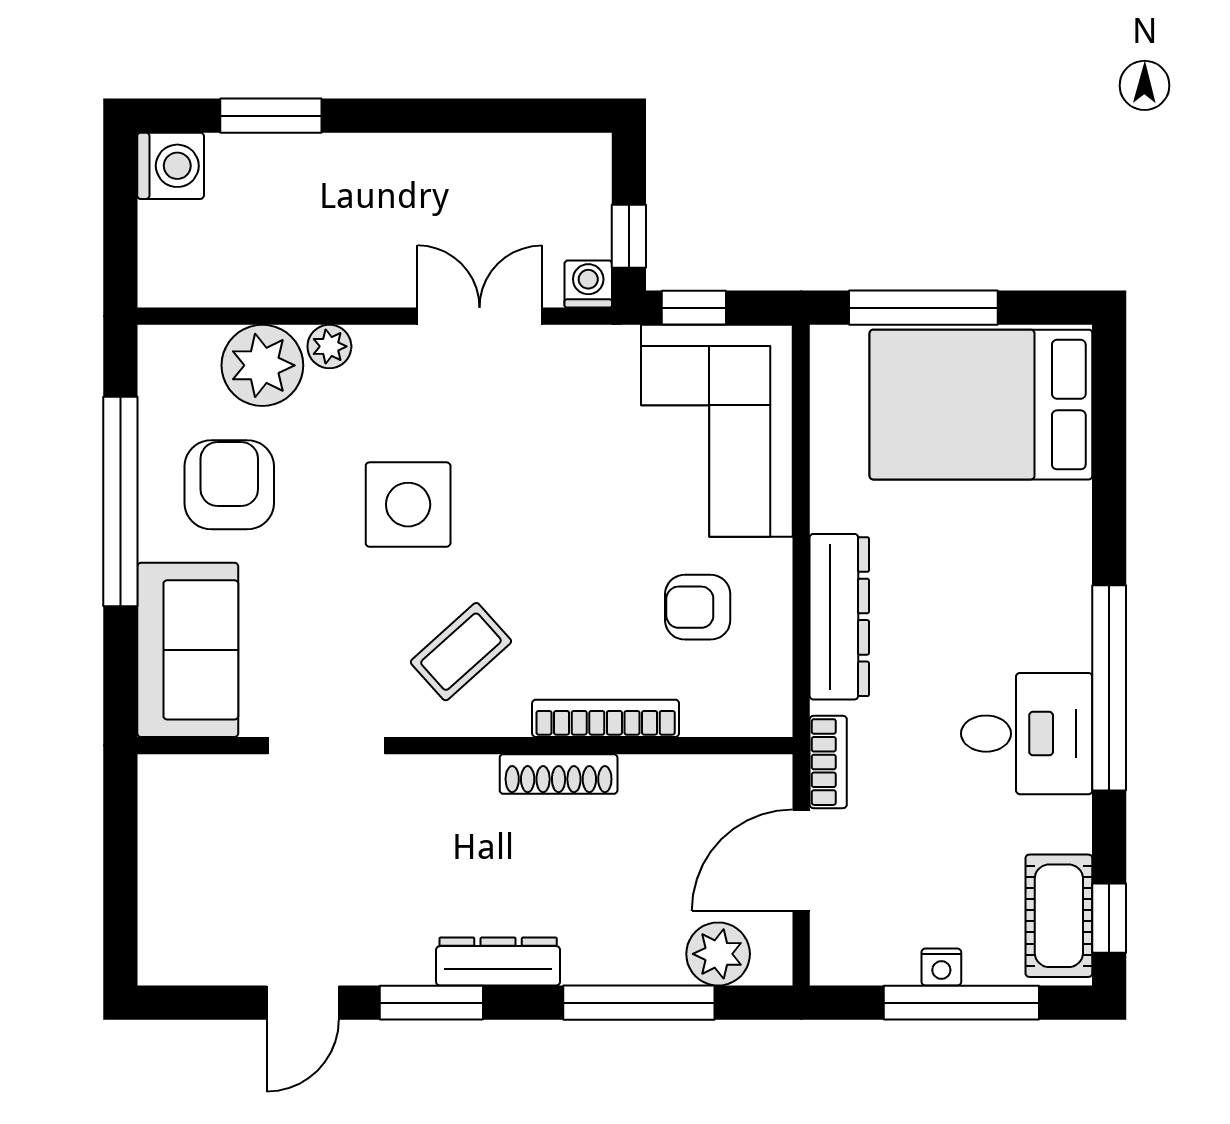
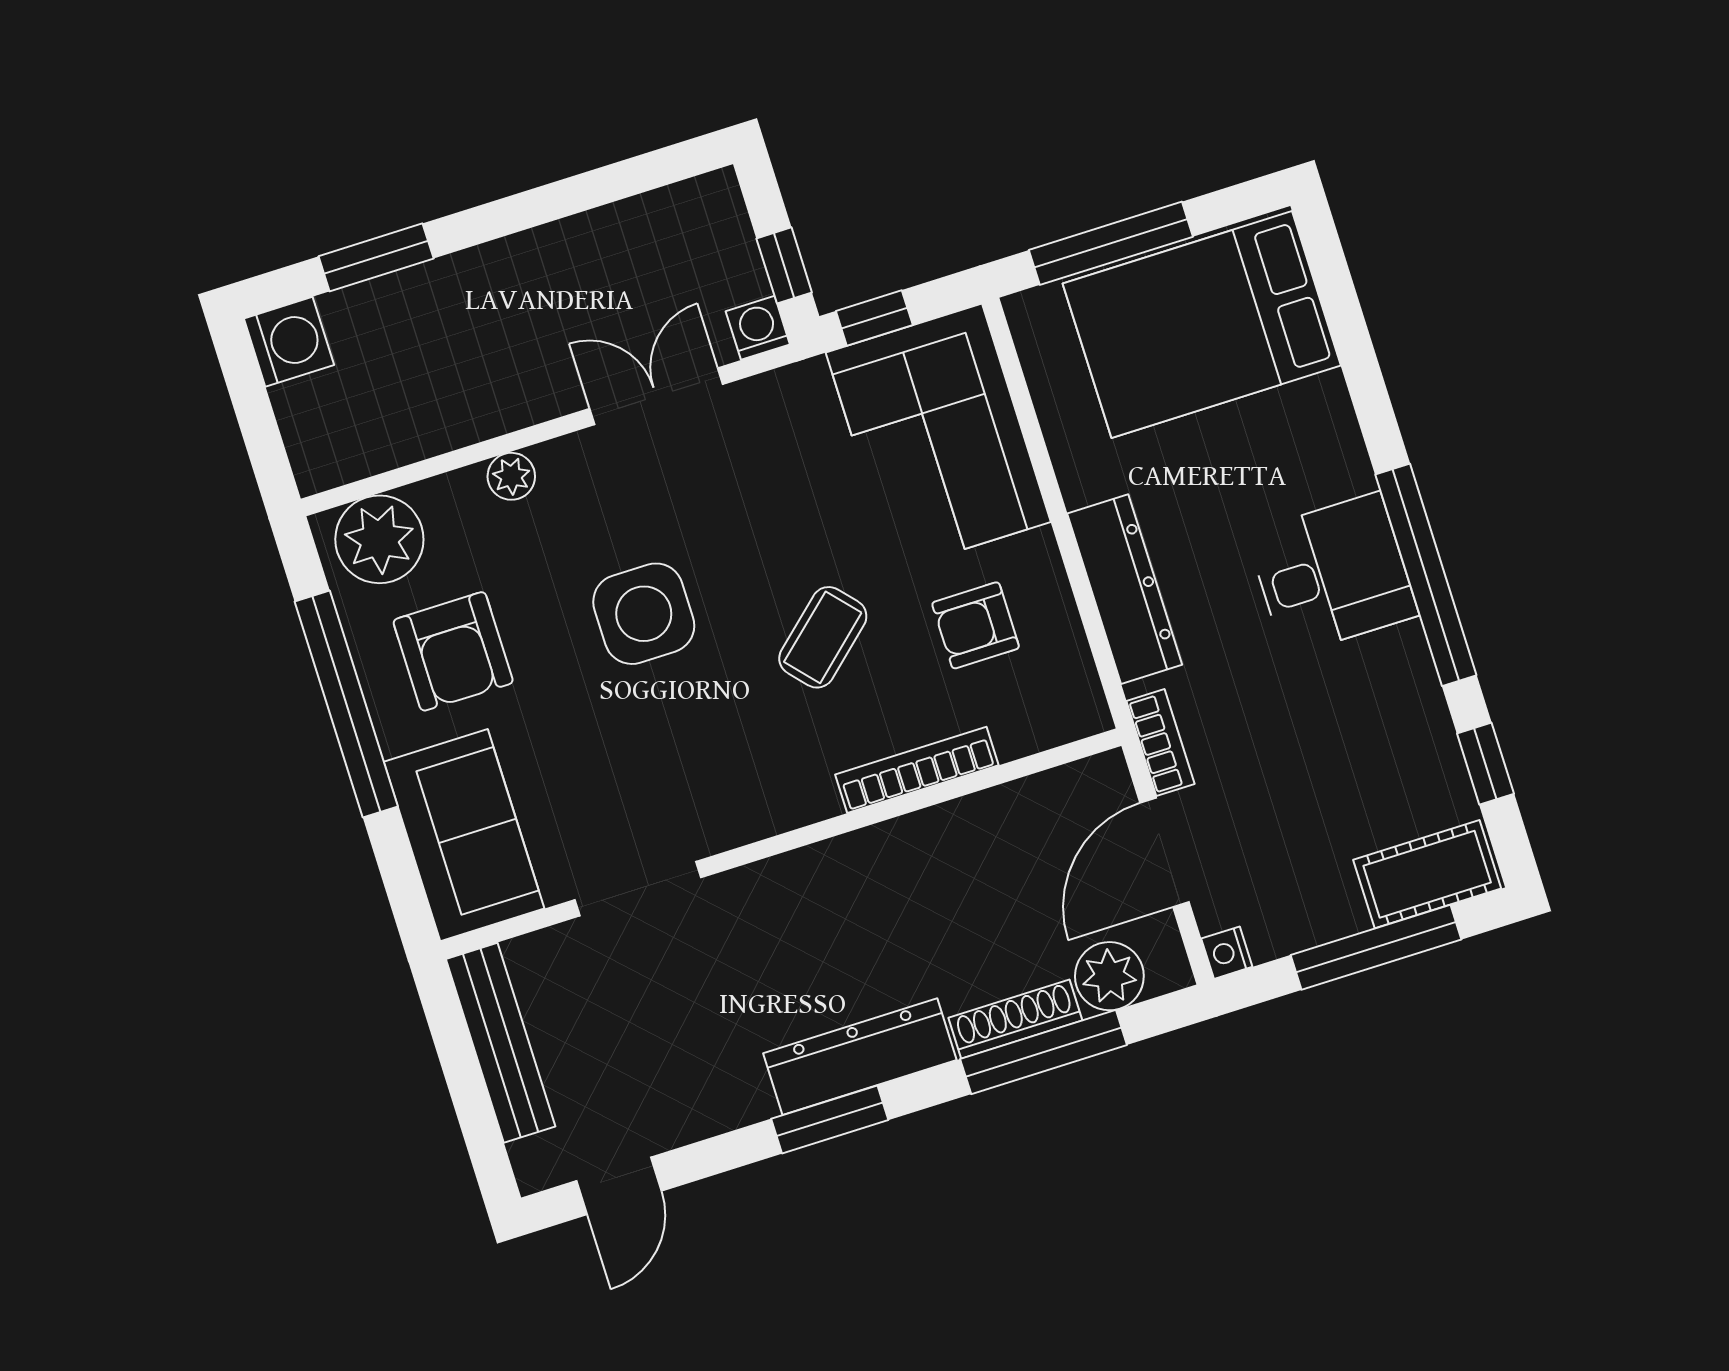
plant: (262, 365) -> (379, 539), moved
armchair: (229, 485) -> (453, 651), turned 180
coffee table: (461, 652) -> (823, 637), moved
desk: (1027, 734) -> (1332, 574), moved
shoe rack: (559, 774) -> (1015, 1019), moved, turned 180
bench: (162, 843) -> (501, 1043), added
cot: (1059, 916) -> (1427, 874), moved, turned 90
window: (1109, 918) -> (1485, 764), moved
dresser: (498, 961) -> (860, 1057), width x1.37, depth x1.24
nightstand: (941, 967) -> (1227, 953), moved, turned 90
door: (303, 1003) -> (619, 1186), moved

